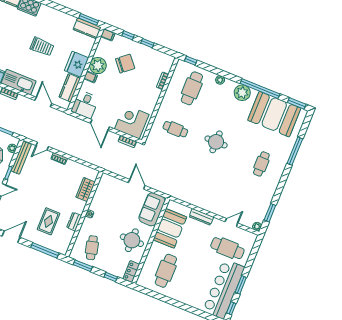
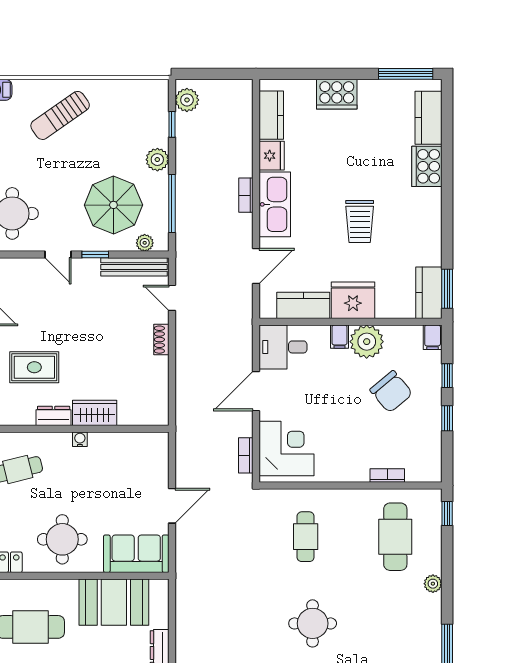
cafe table: (192, 88) -> (395, 537), turned 90
plant: (242, 93) -> (426, 635), removed
wardrobe: (85, 190) -> (95, 413), moved

